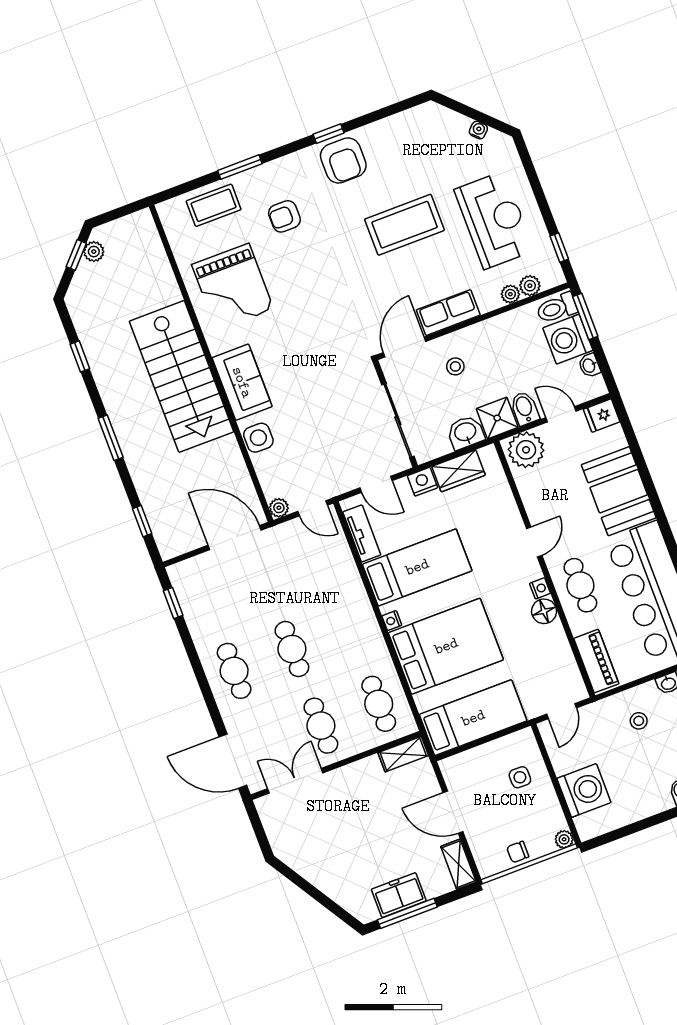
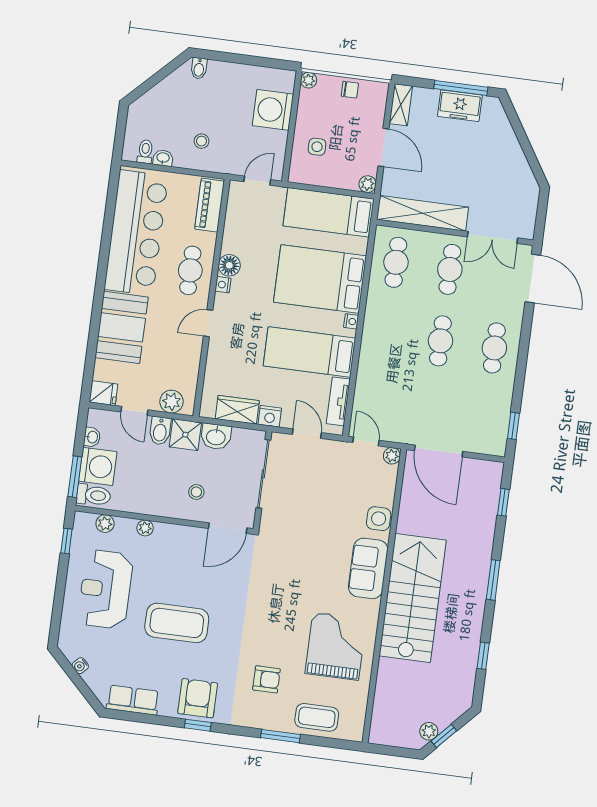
plant: (510, 294) -> (145, 528), moved
row of seats: (448, 313) -> (133, 700), moved, turned 180
plant: (526, 450) -> (171, 402), width x0.73, depth x0.73
shelving: (403, 754) -> (423, 213), width x2.20, depth x1.33
plant: (449, 767) -> (367, 184), added

